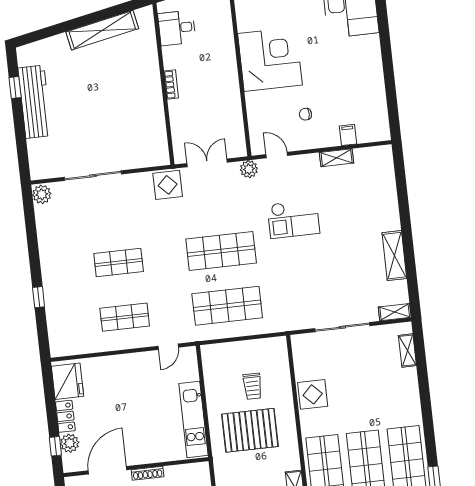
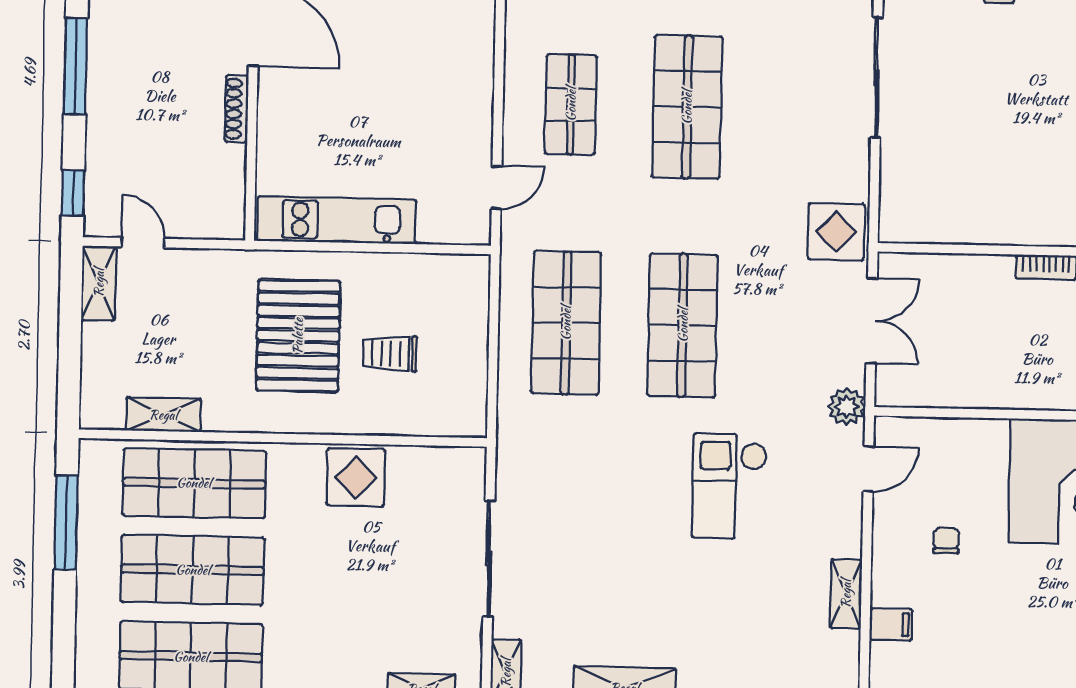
shop shelf: (119, 262) -> (687, 107), width x1.43, depth x1.36
door: (168, 347) -> (497, 188), swing flipped

